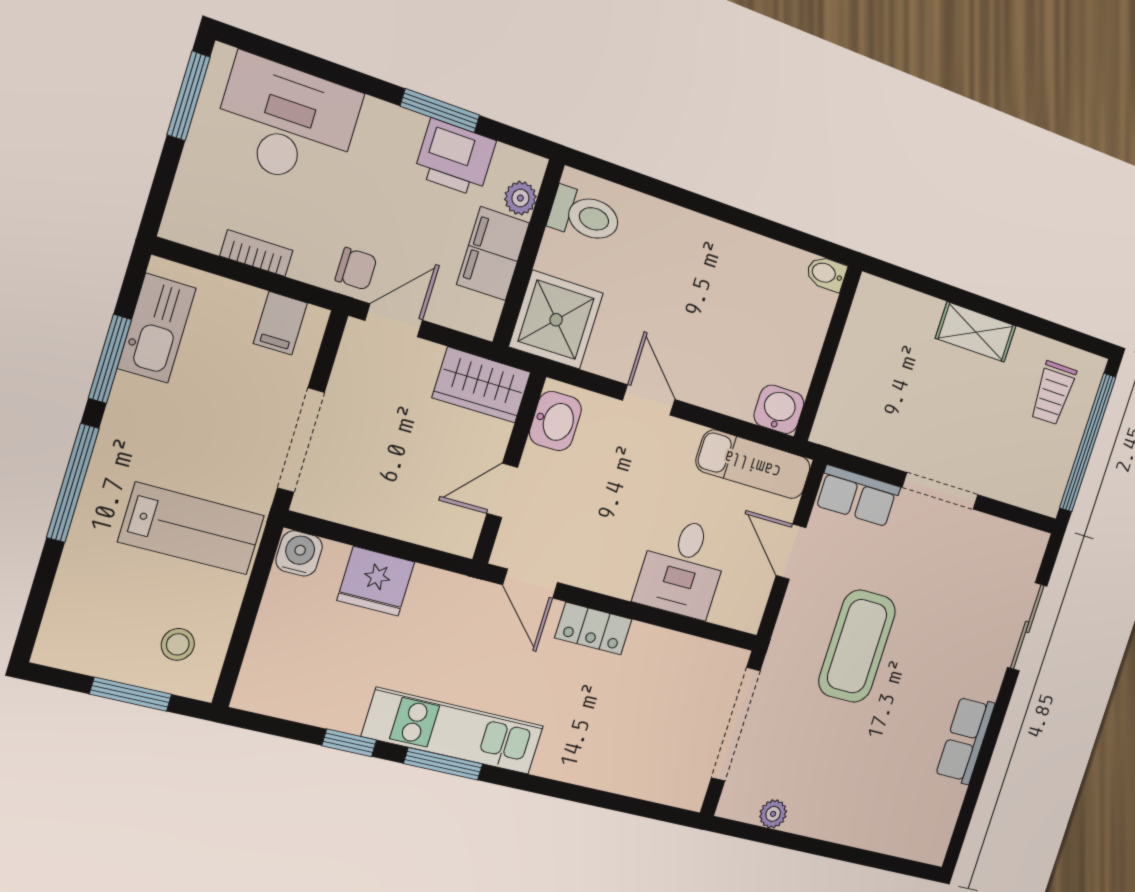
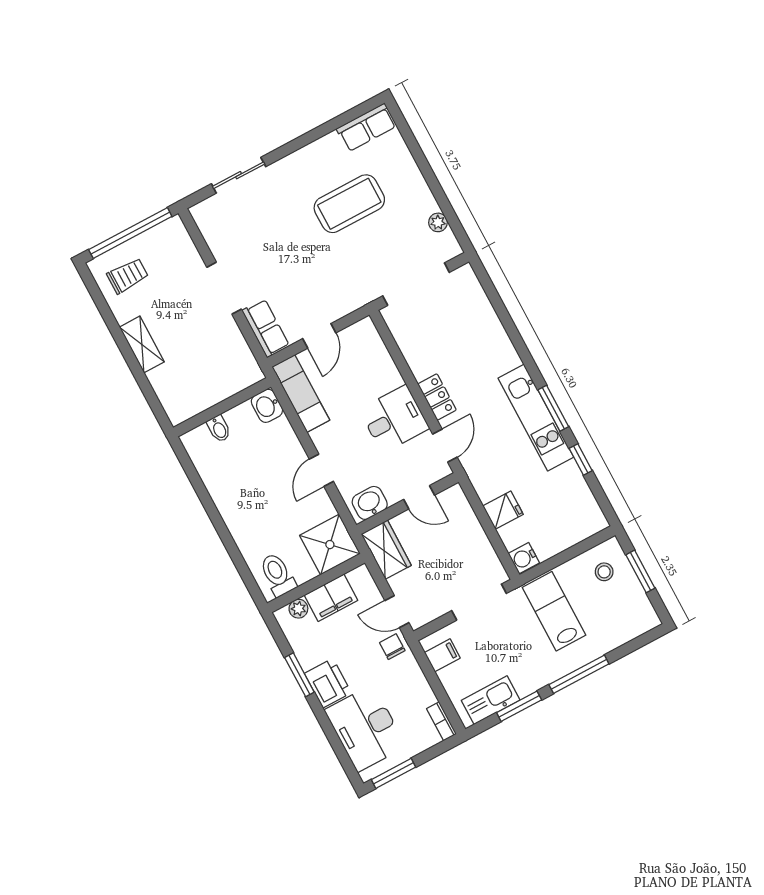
printer: (455, 158) -> (328, 683), moved
bookcase: (257, 253) -> (442, 721), moved
bidet: (826, 274) -> (219, 429), moved
desk: (682, 568) -> (394, 419), moved
fridge: (376, 581) -> (503, 510), width x0.72
coffee table: (857, 646) -> (349, 204), moved
row of seats: (965, 740) -> (367, 127), moved

